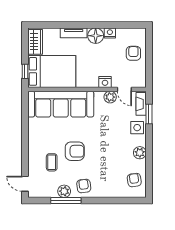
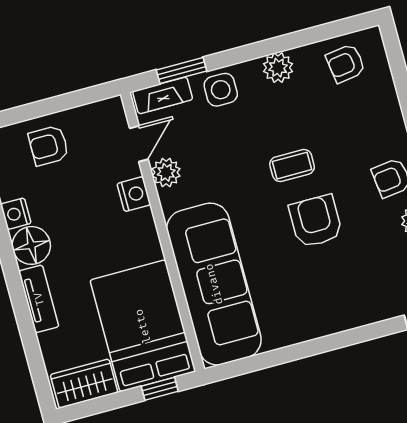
coffee table: (52, 162) -> (292, 166), moved

